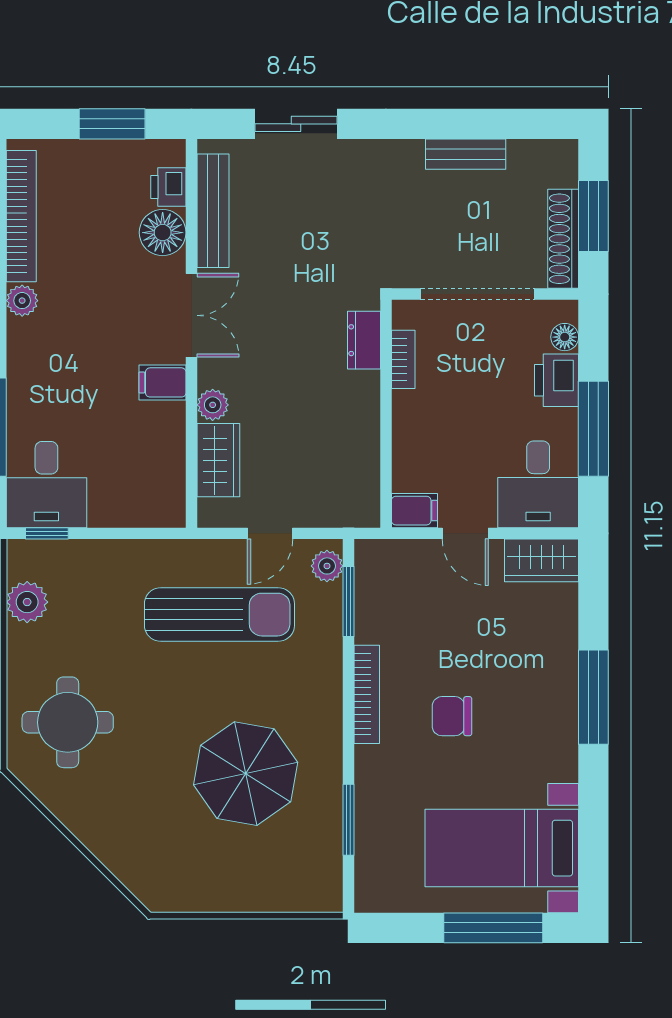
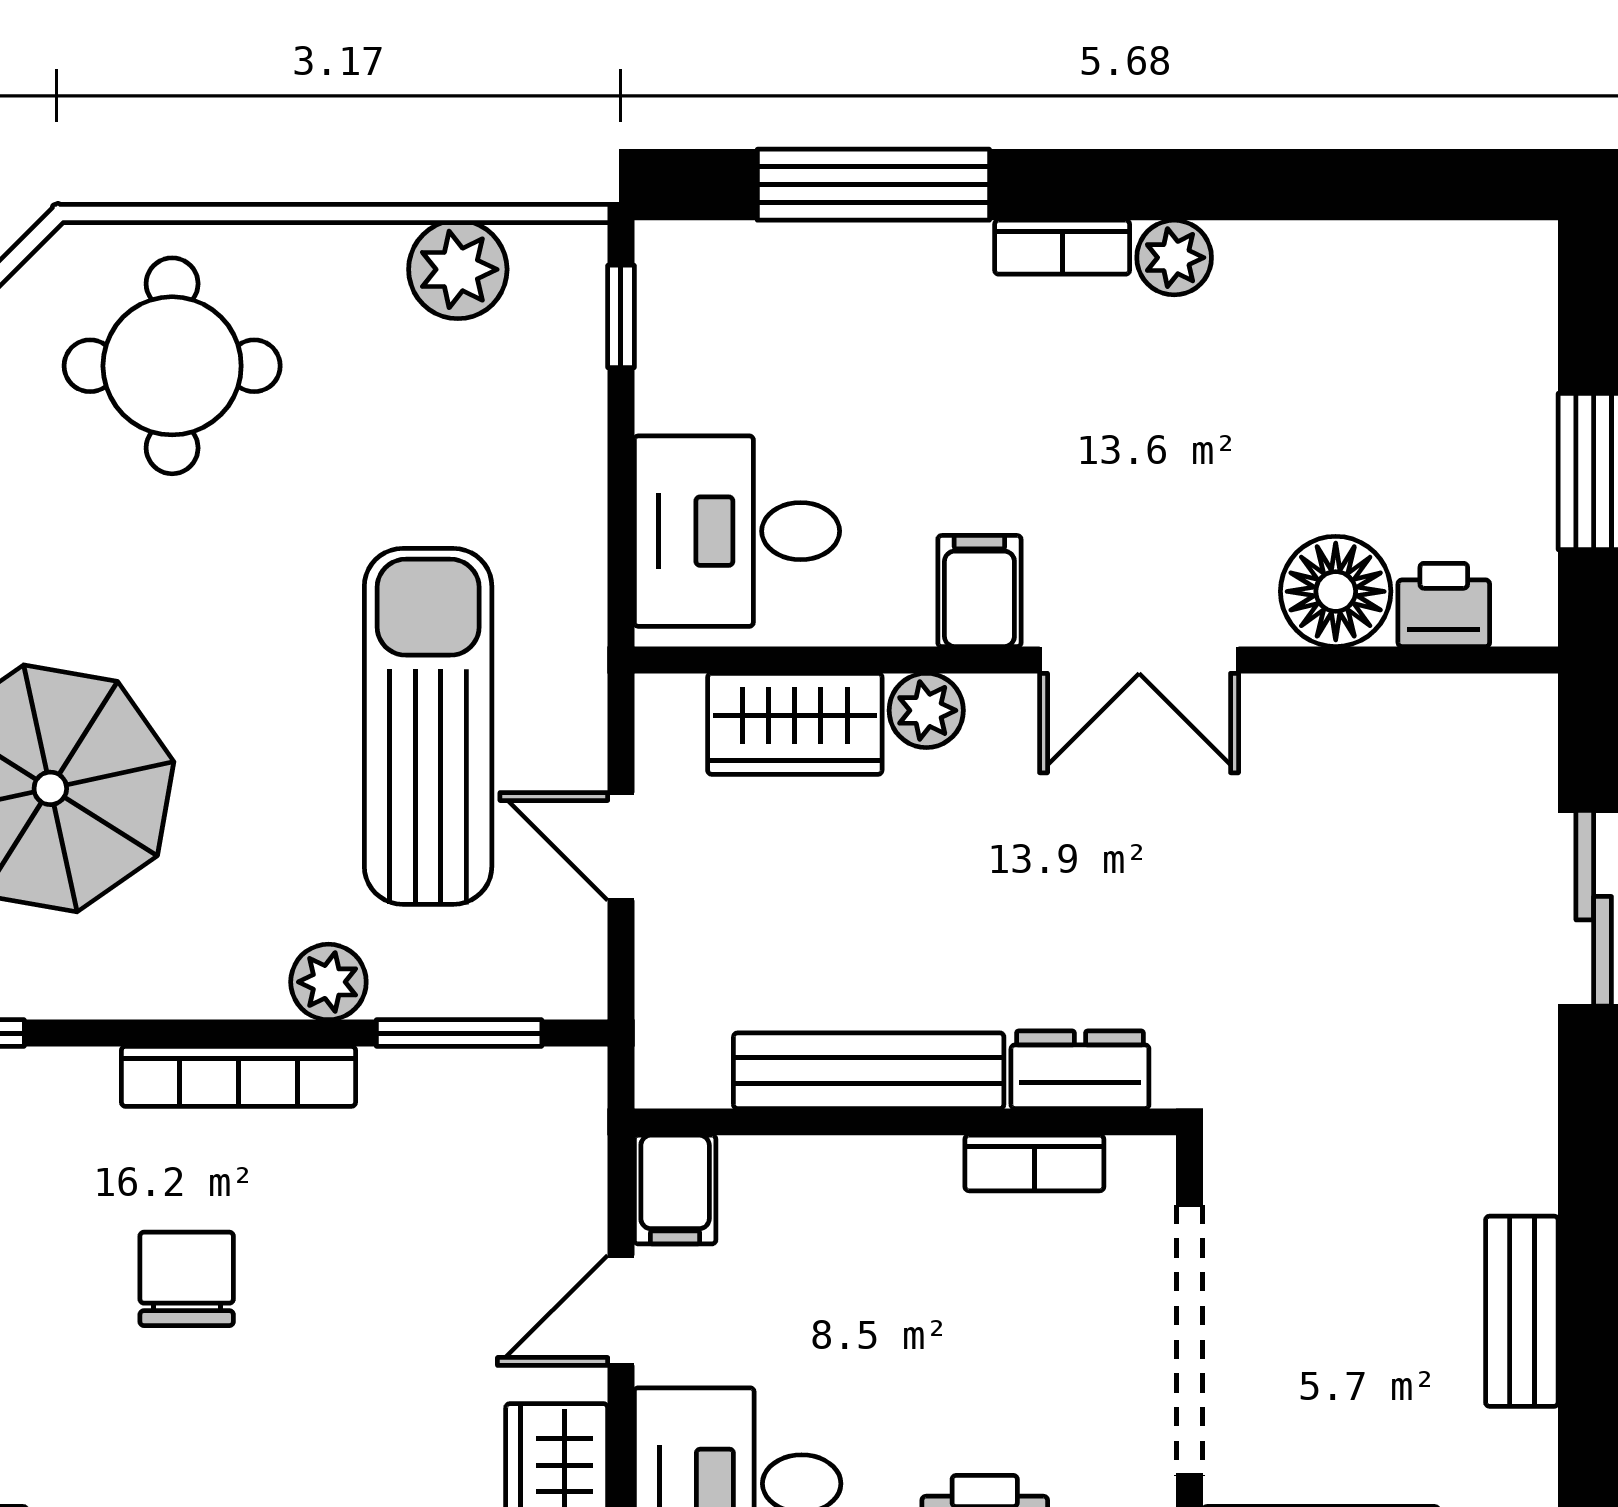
bench: (213, 211) -> (869, 1071), moved
bookcase: (21, 216) -> (1062, 247), moved, width x0.43, depth x0.76
desk: (46, 485) -> (737, 531), moved
plant: (327, 566) -> (328, 982), moved
sun lounger: (219, 615) -> (428, 726), turned 180

